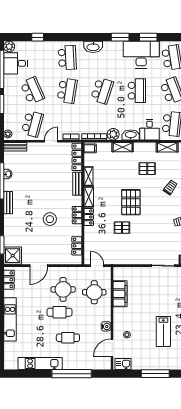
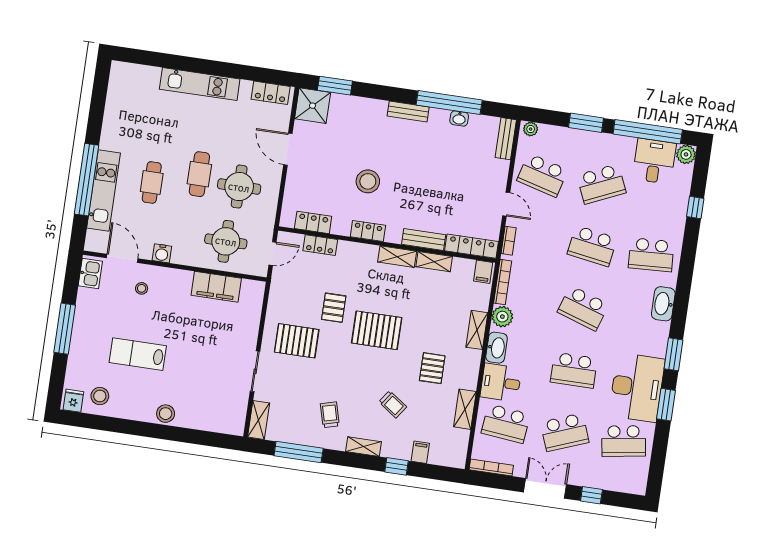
locker: (89, 217) -> (320, 245), moved
pallet: (143, 245) -> (297, 341), added
kitchen unit: (40, 364) -> (104, 190), moved

